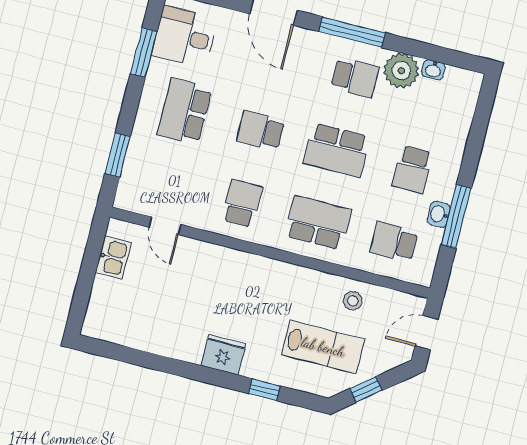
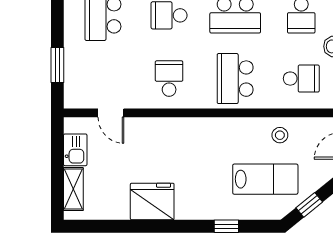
school desk: (318, 223) -> (235, 79), turned -90
school desk: (394, 242) -> (301, 79), turned 180
shelving: (100, 302) -> (73, 189), added
fridge: (223, 355) -> (152, 201), moved, width x1.36, depth x1.34

